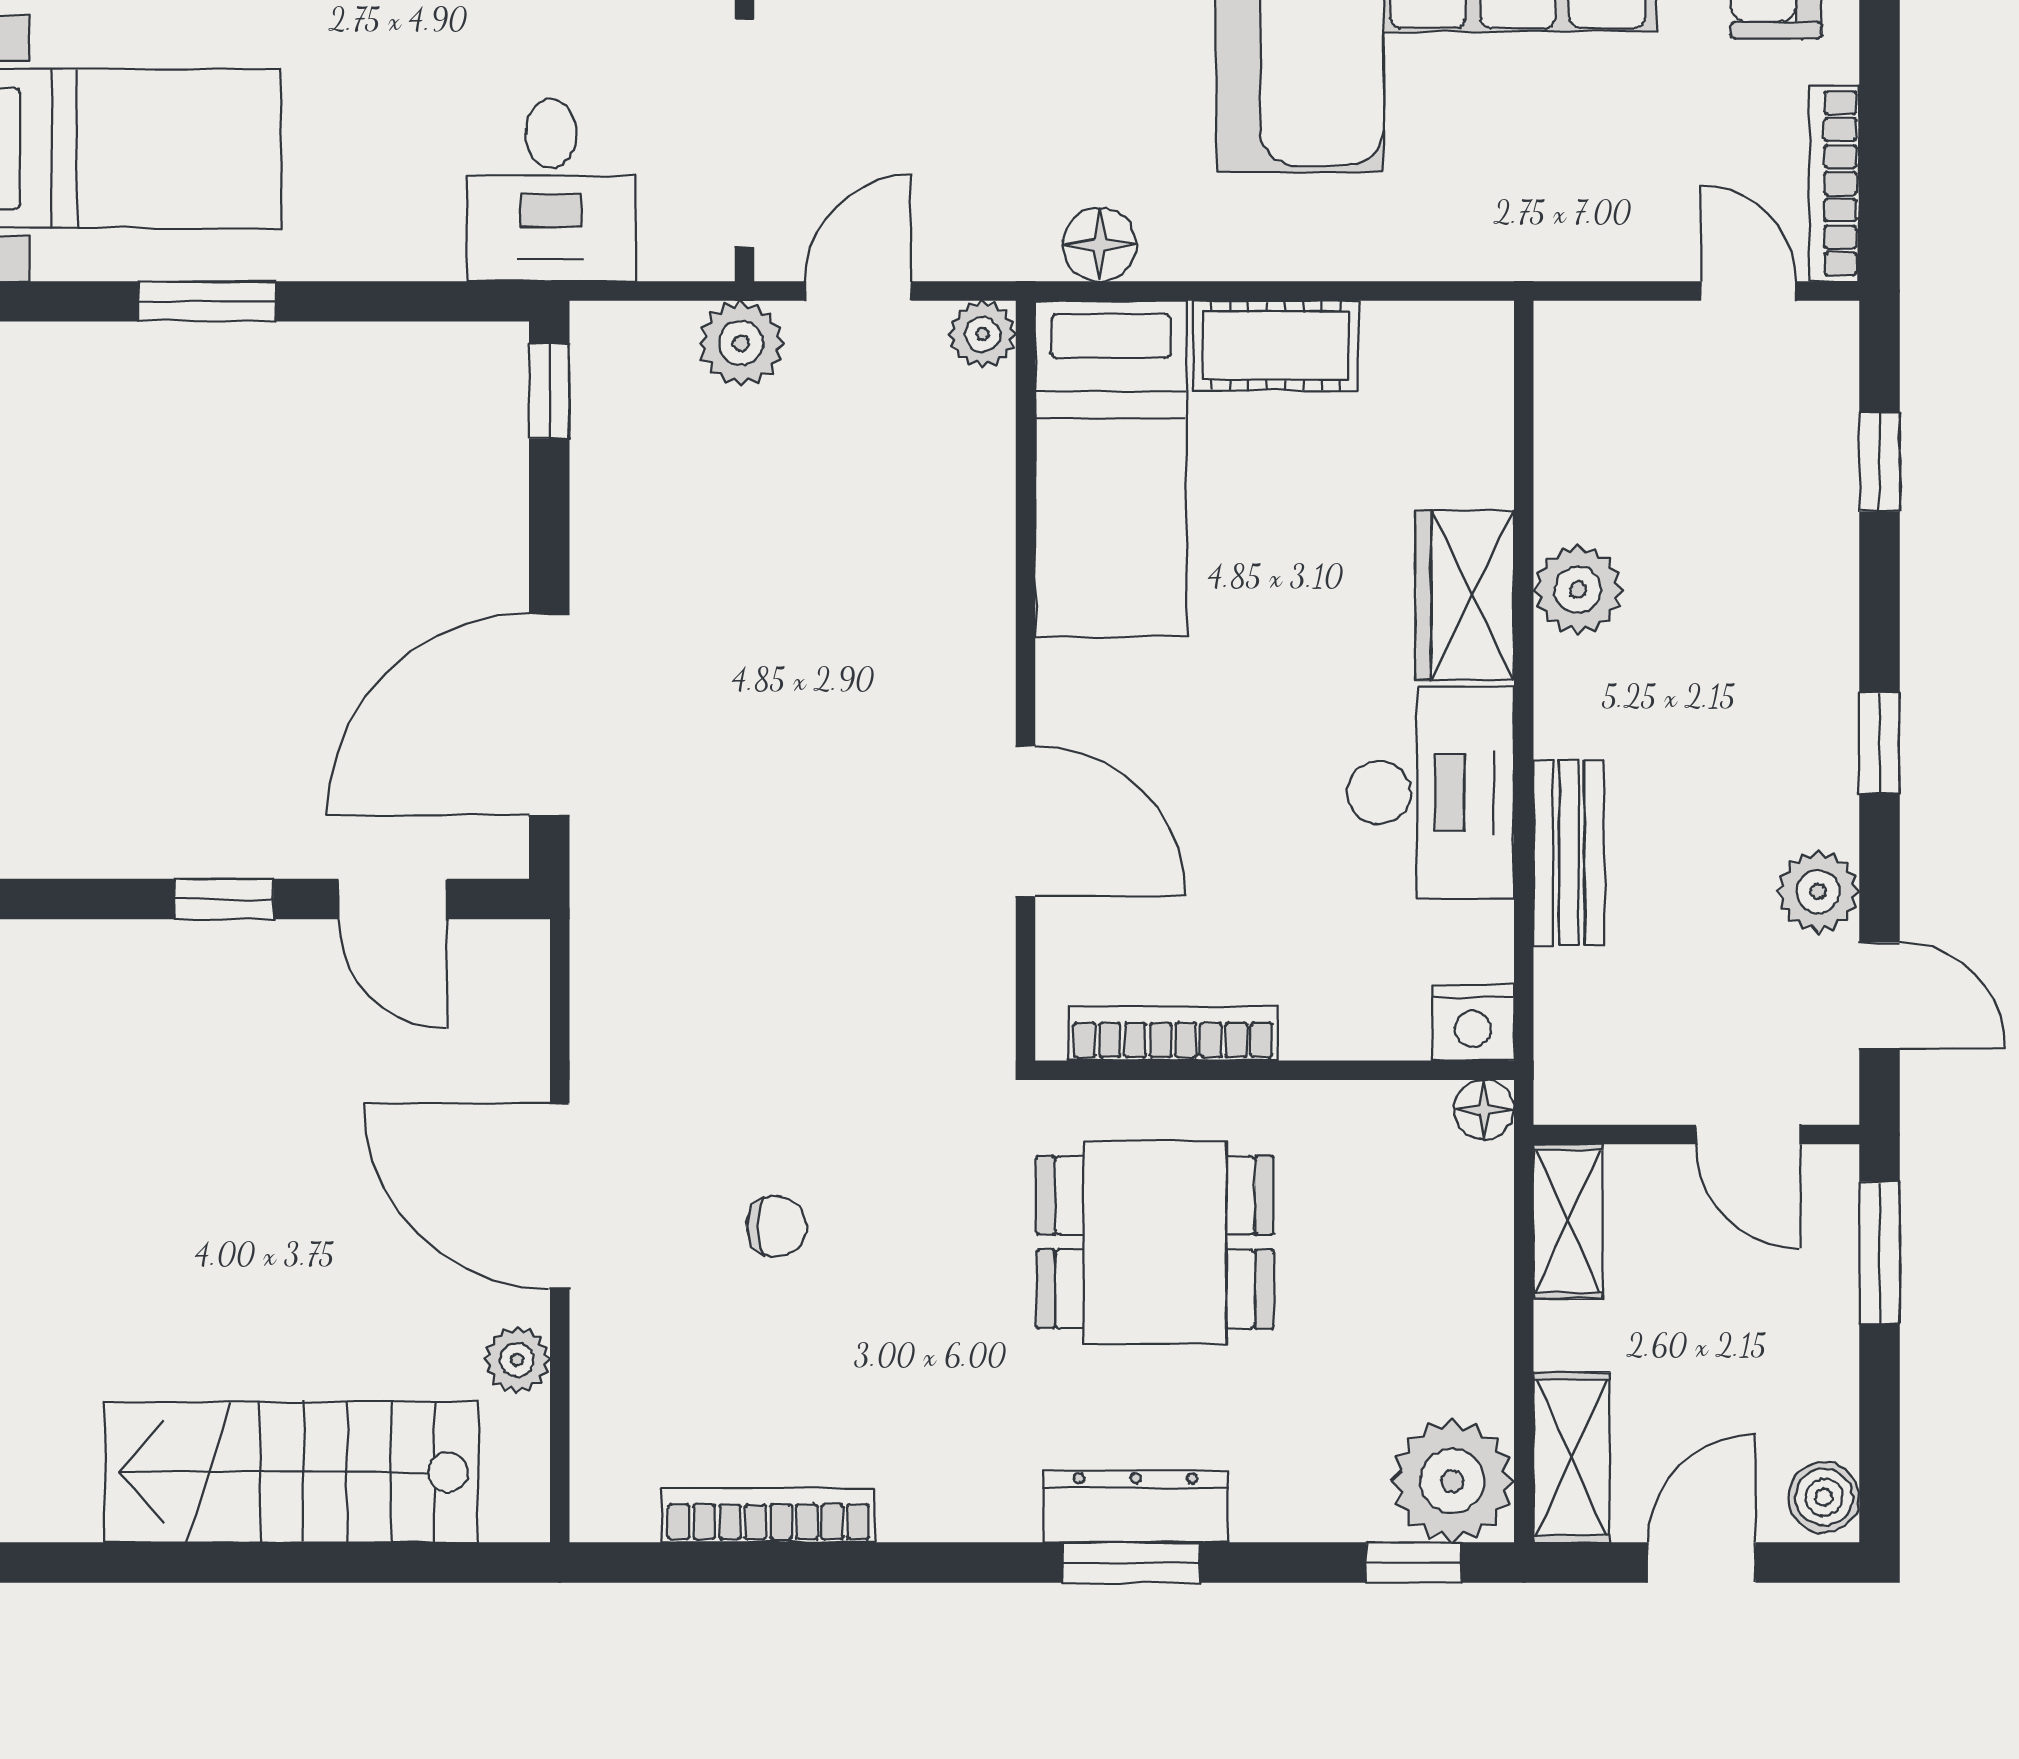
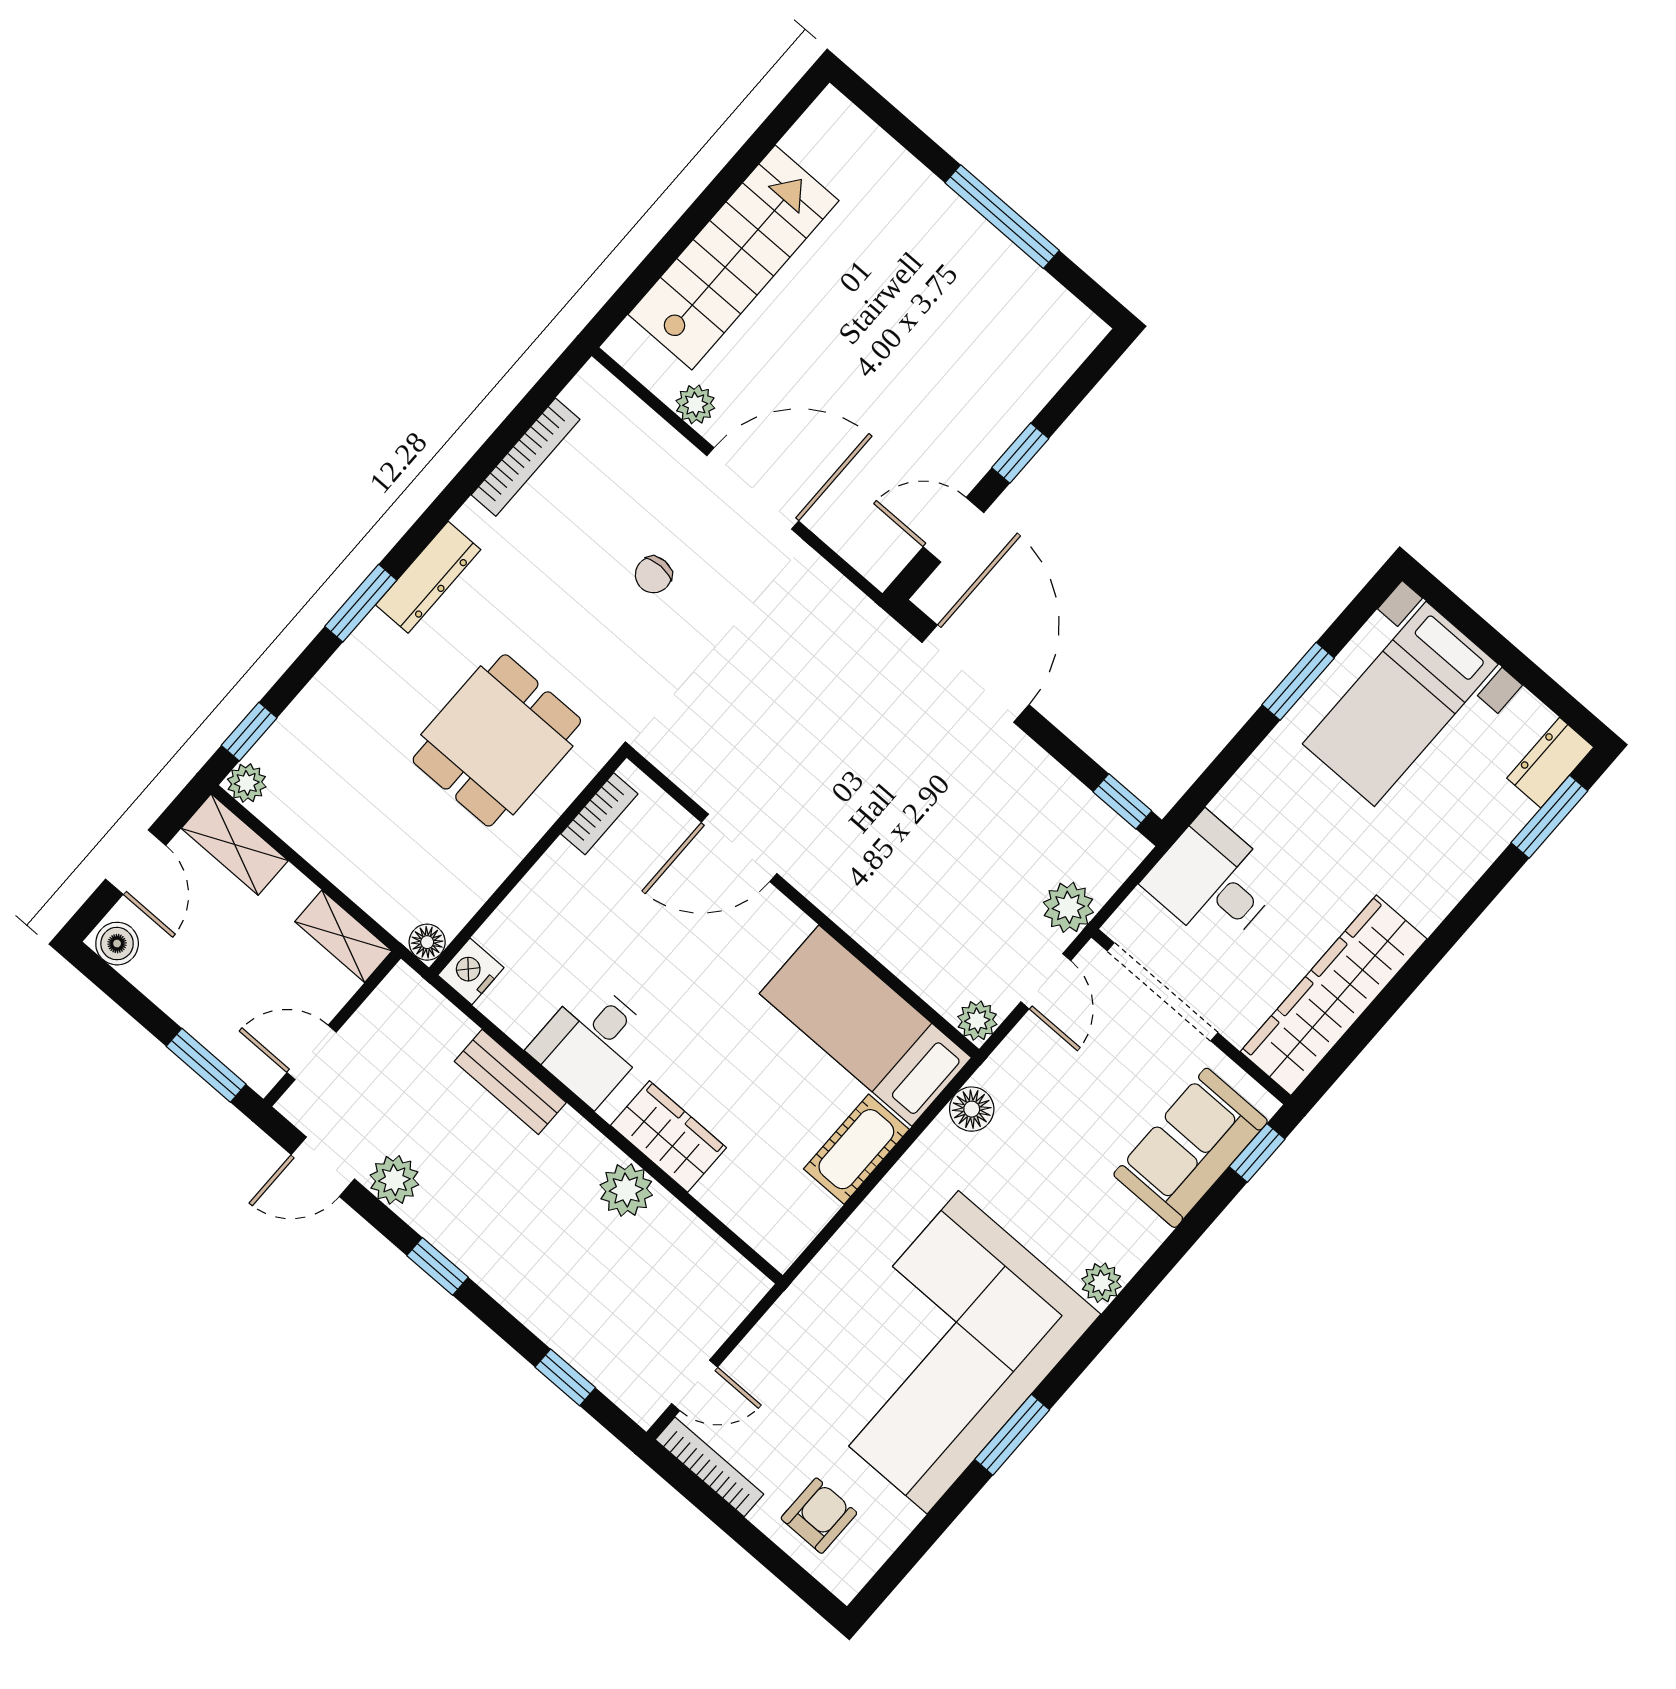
desk: (1431, 793) -> (592, 1043), width x0.73
bookcase: (1173, 1034) -> (599, 814), width x0.64
plant: (1452, 1481) -> (247, 783), width x0.53, depth x0.53
dresser: (1136, 1506) -> (428, 577), moved

